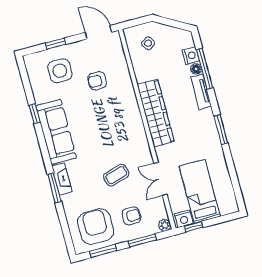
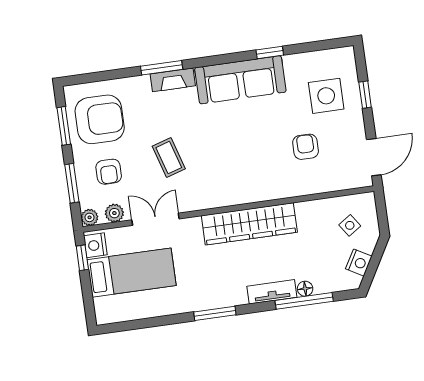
nightstand: (191, 56) -> (359, 263), moved, turned -60
plant: (160, 208) -> (114, 213), added

